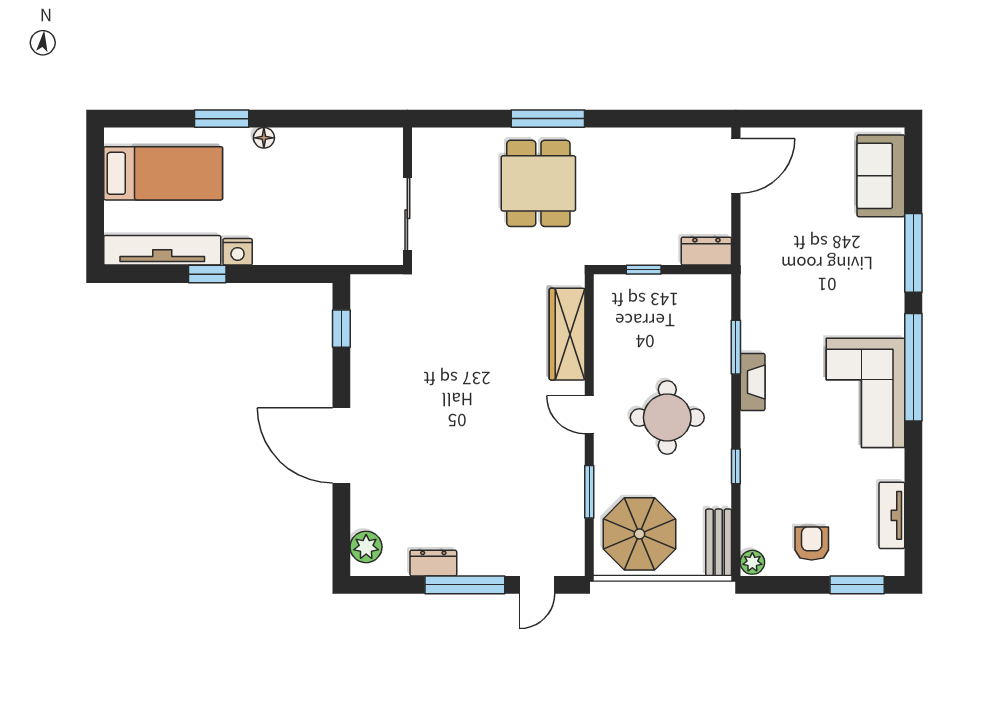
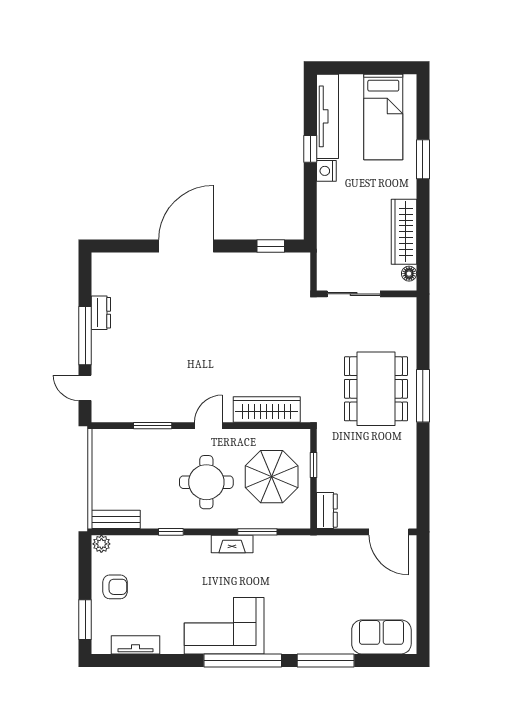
floor lamp: (264, 138) -> (409, 274), moved
wardrobe: (322, 145) -> (404, 232), added
dining table: (538, 183) -> (376, 389), width x1.38
parasol: (639, 534) -> (272, 477), moved
plant: (366, 547) -> (113, 264), removed

